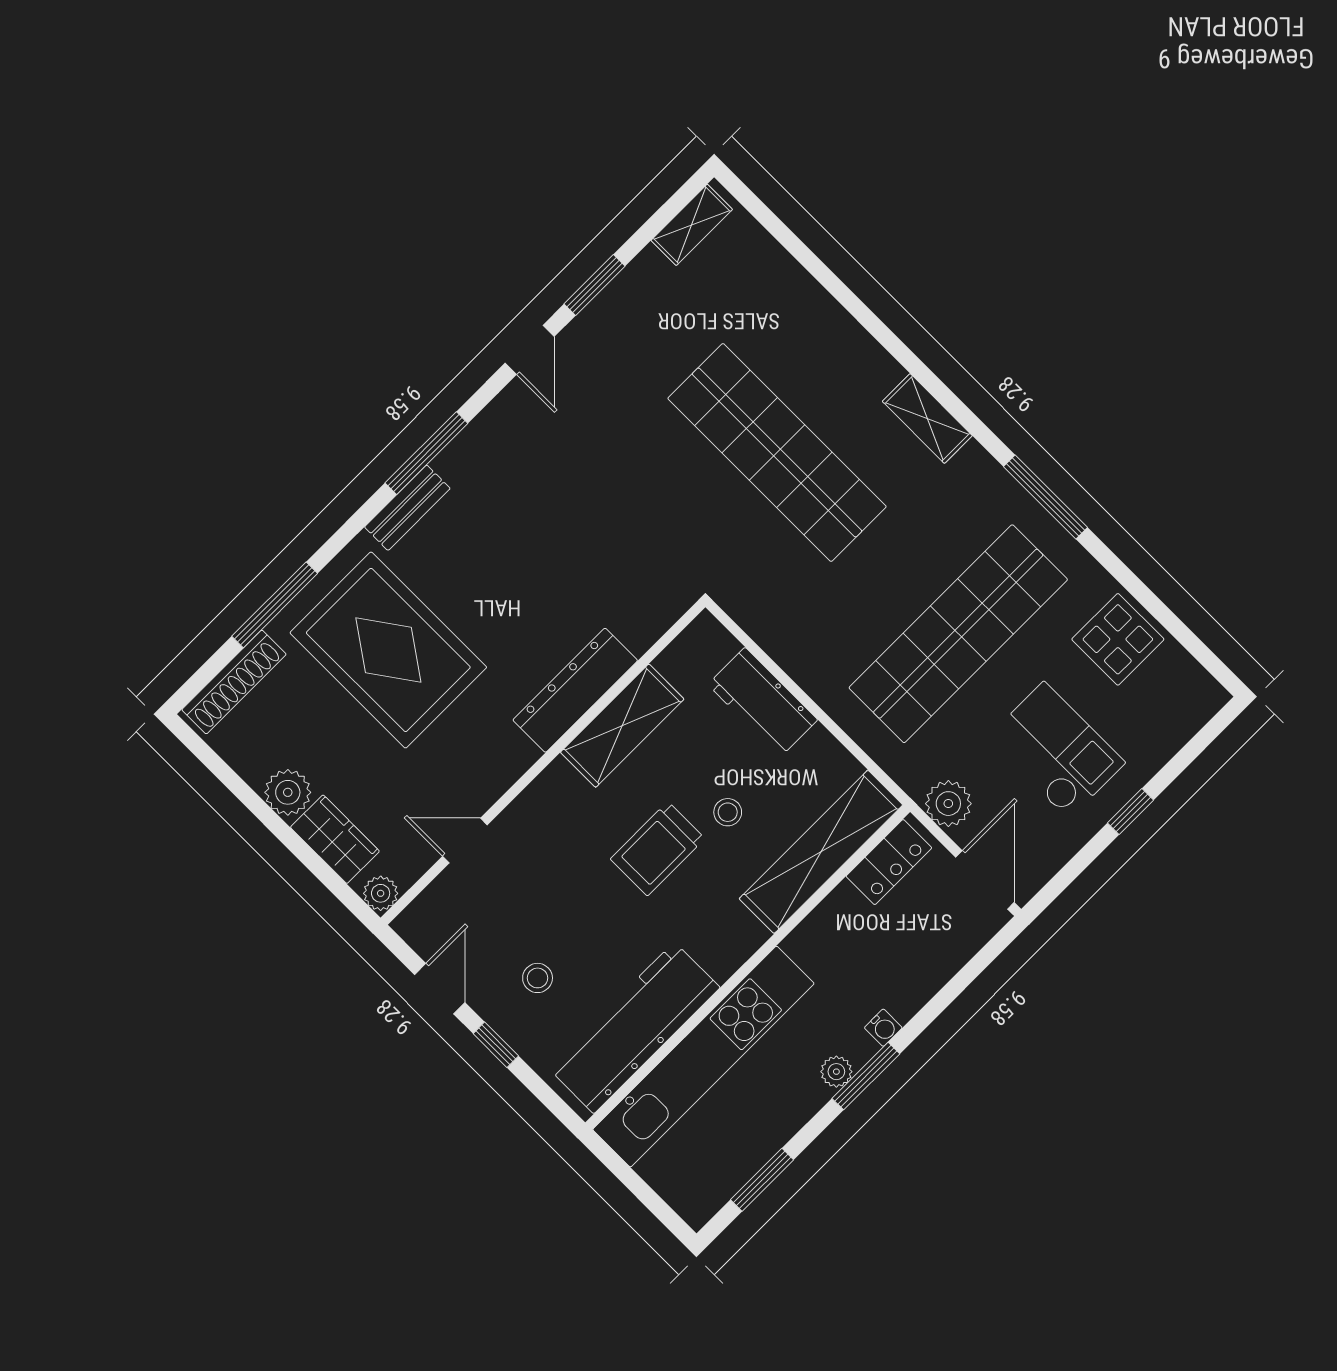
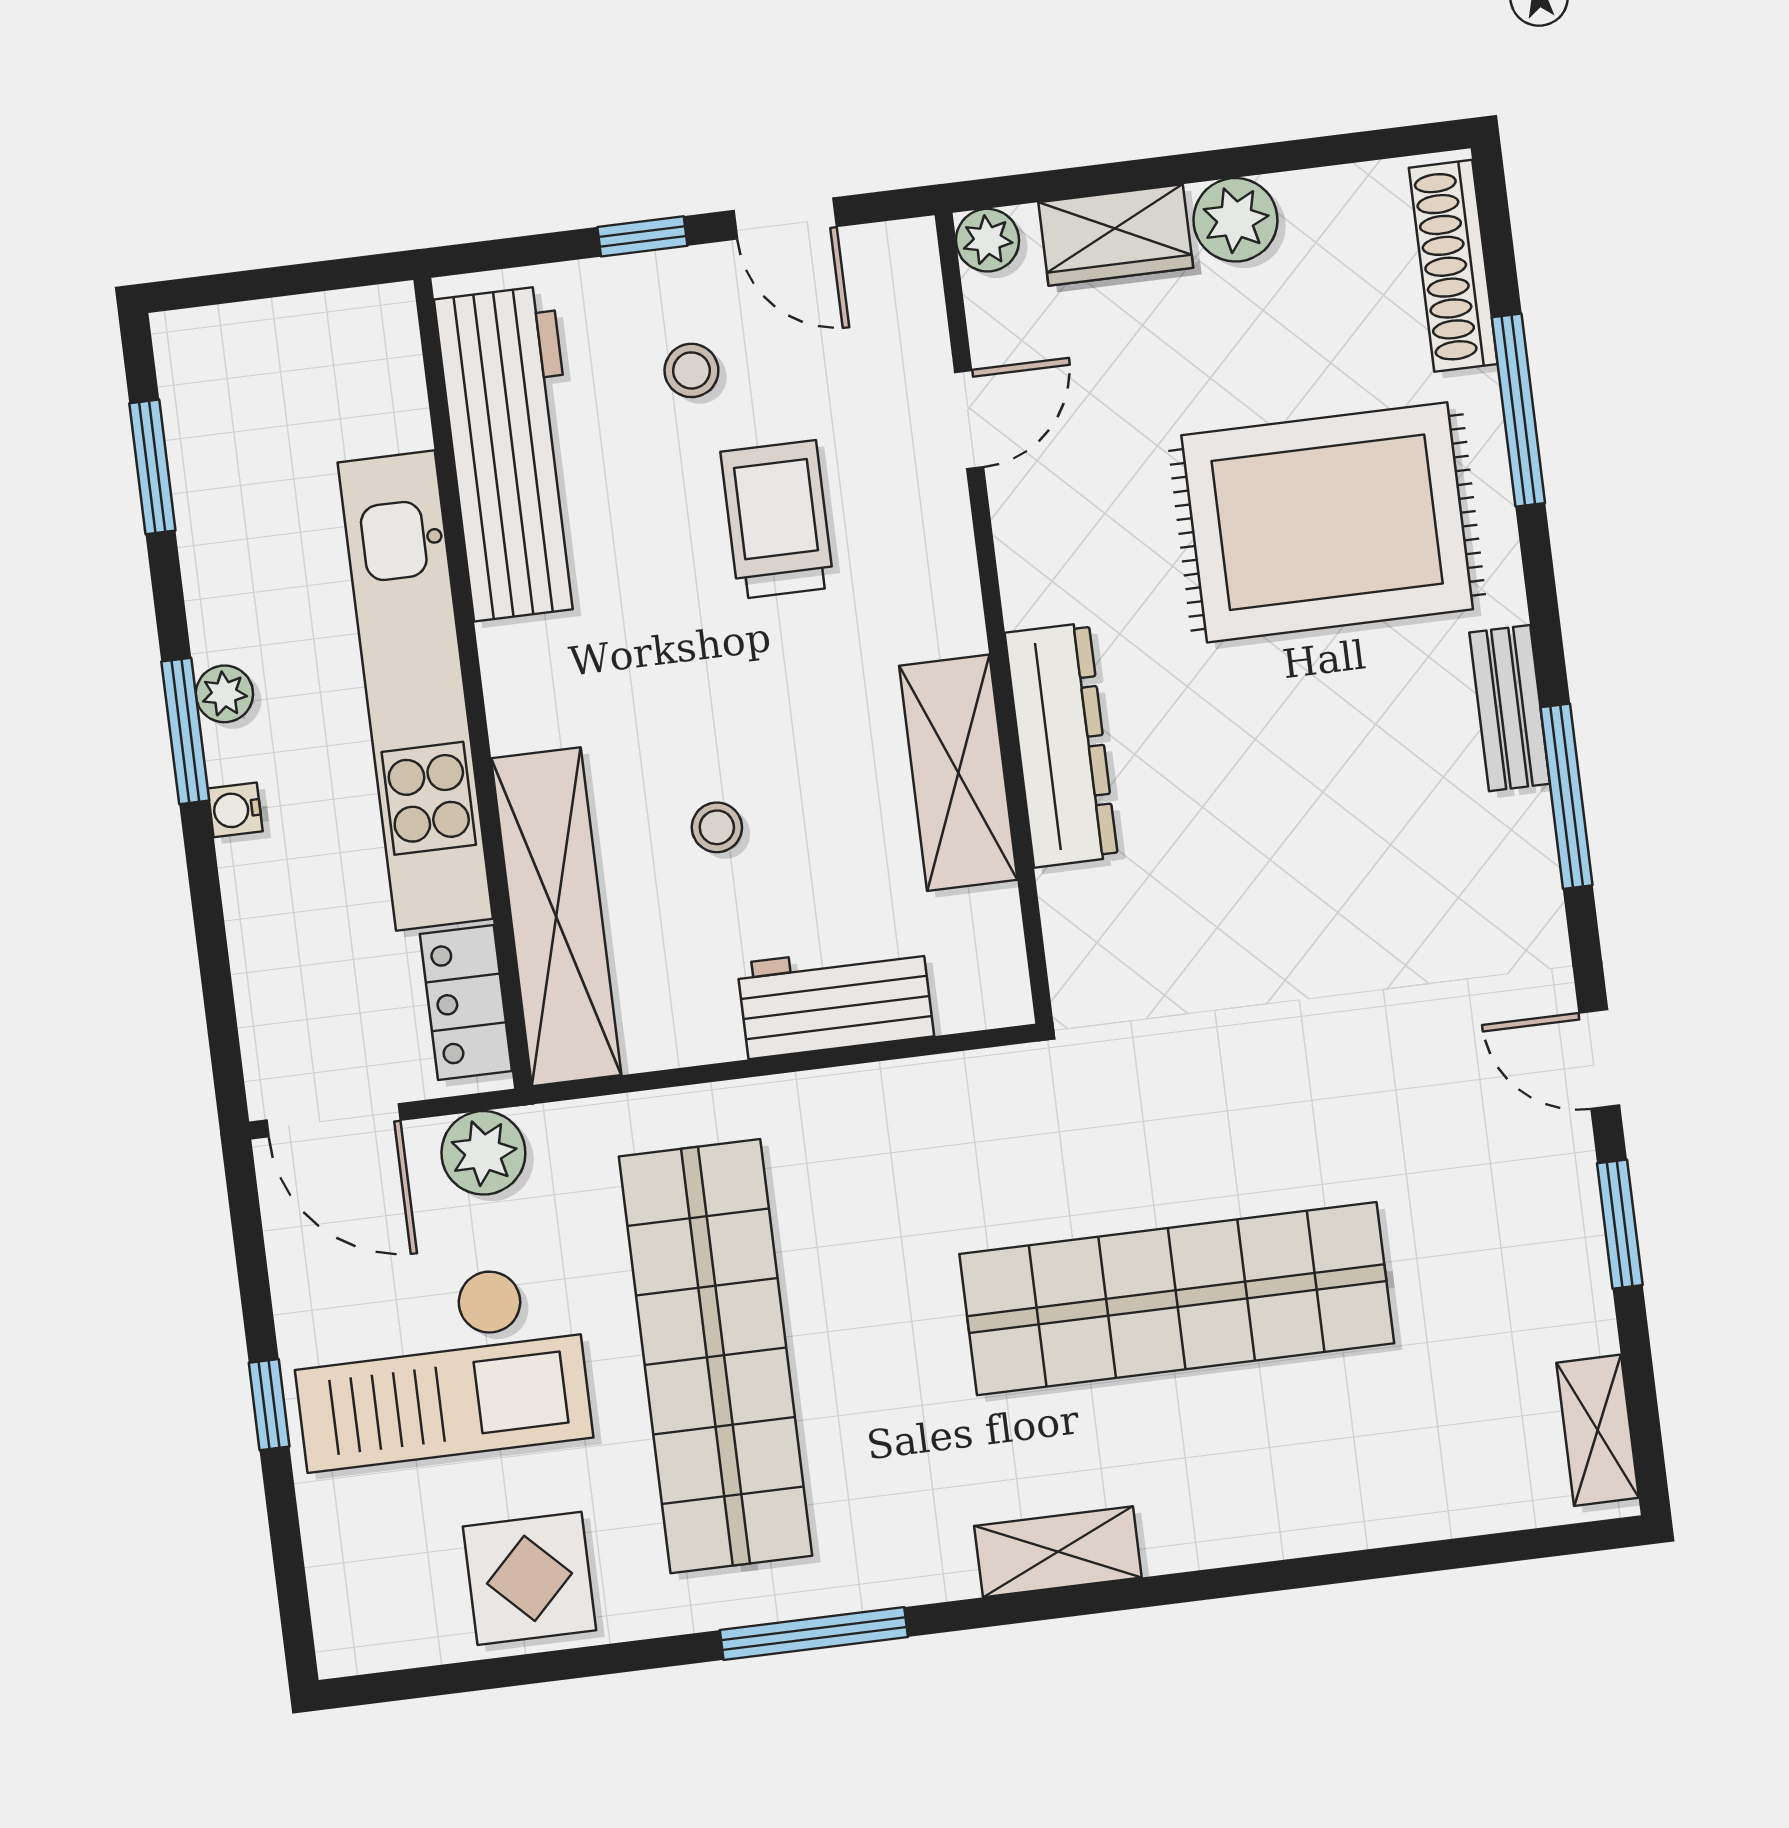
checkout: (1056, 750) -> (439, 1366), width x1.36, depth x1.21
trolley: (658, 849) -> (777, 520), moved
kitchen unit: (703, 1057) -> (415, 691), moved

